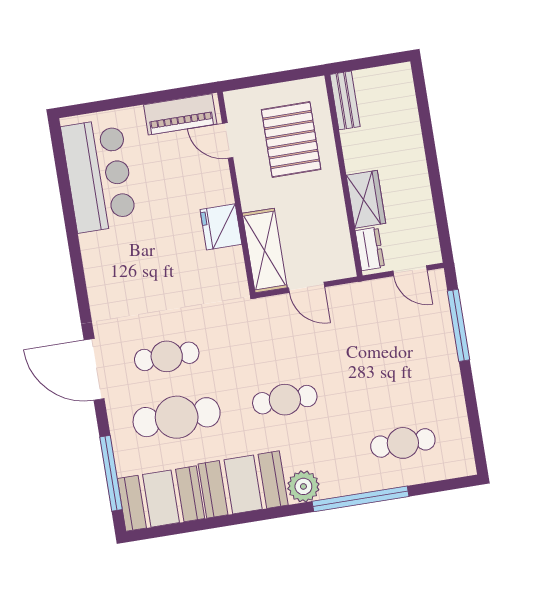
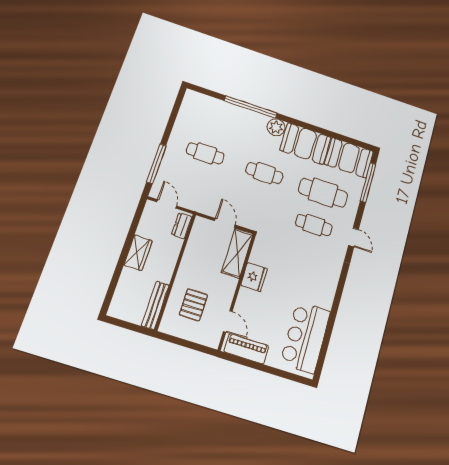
bench: (345, 100) -> (155, 305), width x1.36
pallet: (291, 140) -> (194, 305), width x0.67, depth x0.71
wardrobe: (366, 199) -> (138, 253), moved, turned 180
door: (94, 369) -> (354, 237), width x0.53
cafe table: (403, 443) -> (205, 153), moved

